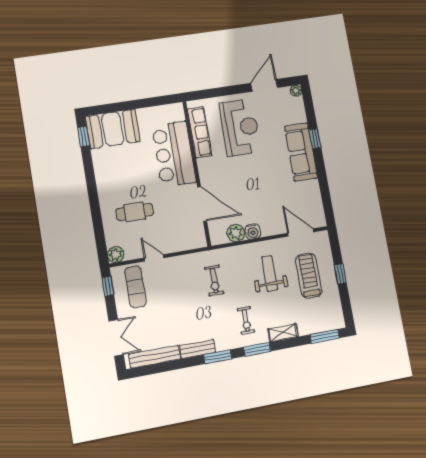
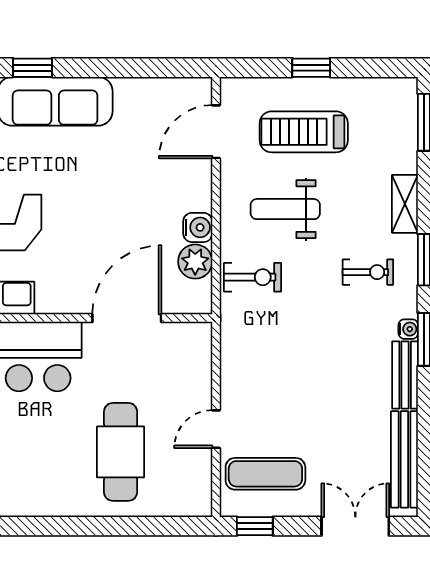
cafe table: (135, 212) -> (121, 452), width x1.37, depth x1.35
plant: (116, 254) -> (197, 501), removed
exercise bike: (214, 280) -> (252, 277), moved
water cooler: (221, 346) -> (408, 329), added

